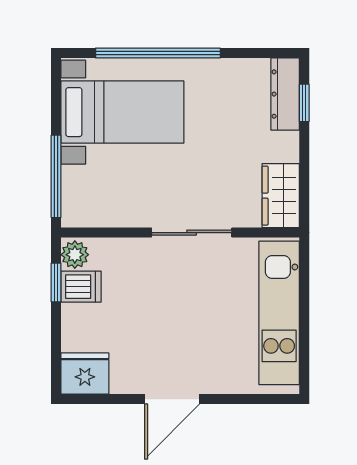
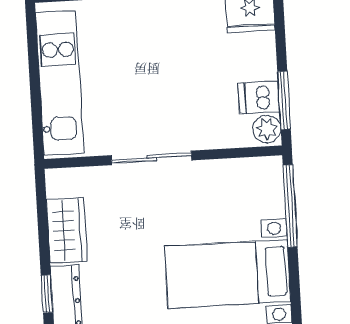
wardrobe: (281, 196) -> (67, 230), moved
window: (56, 282) -> (284, 100), width x1.50

